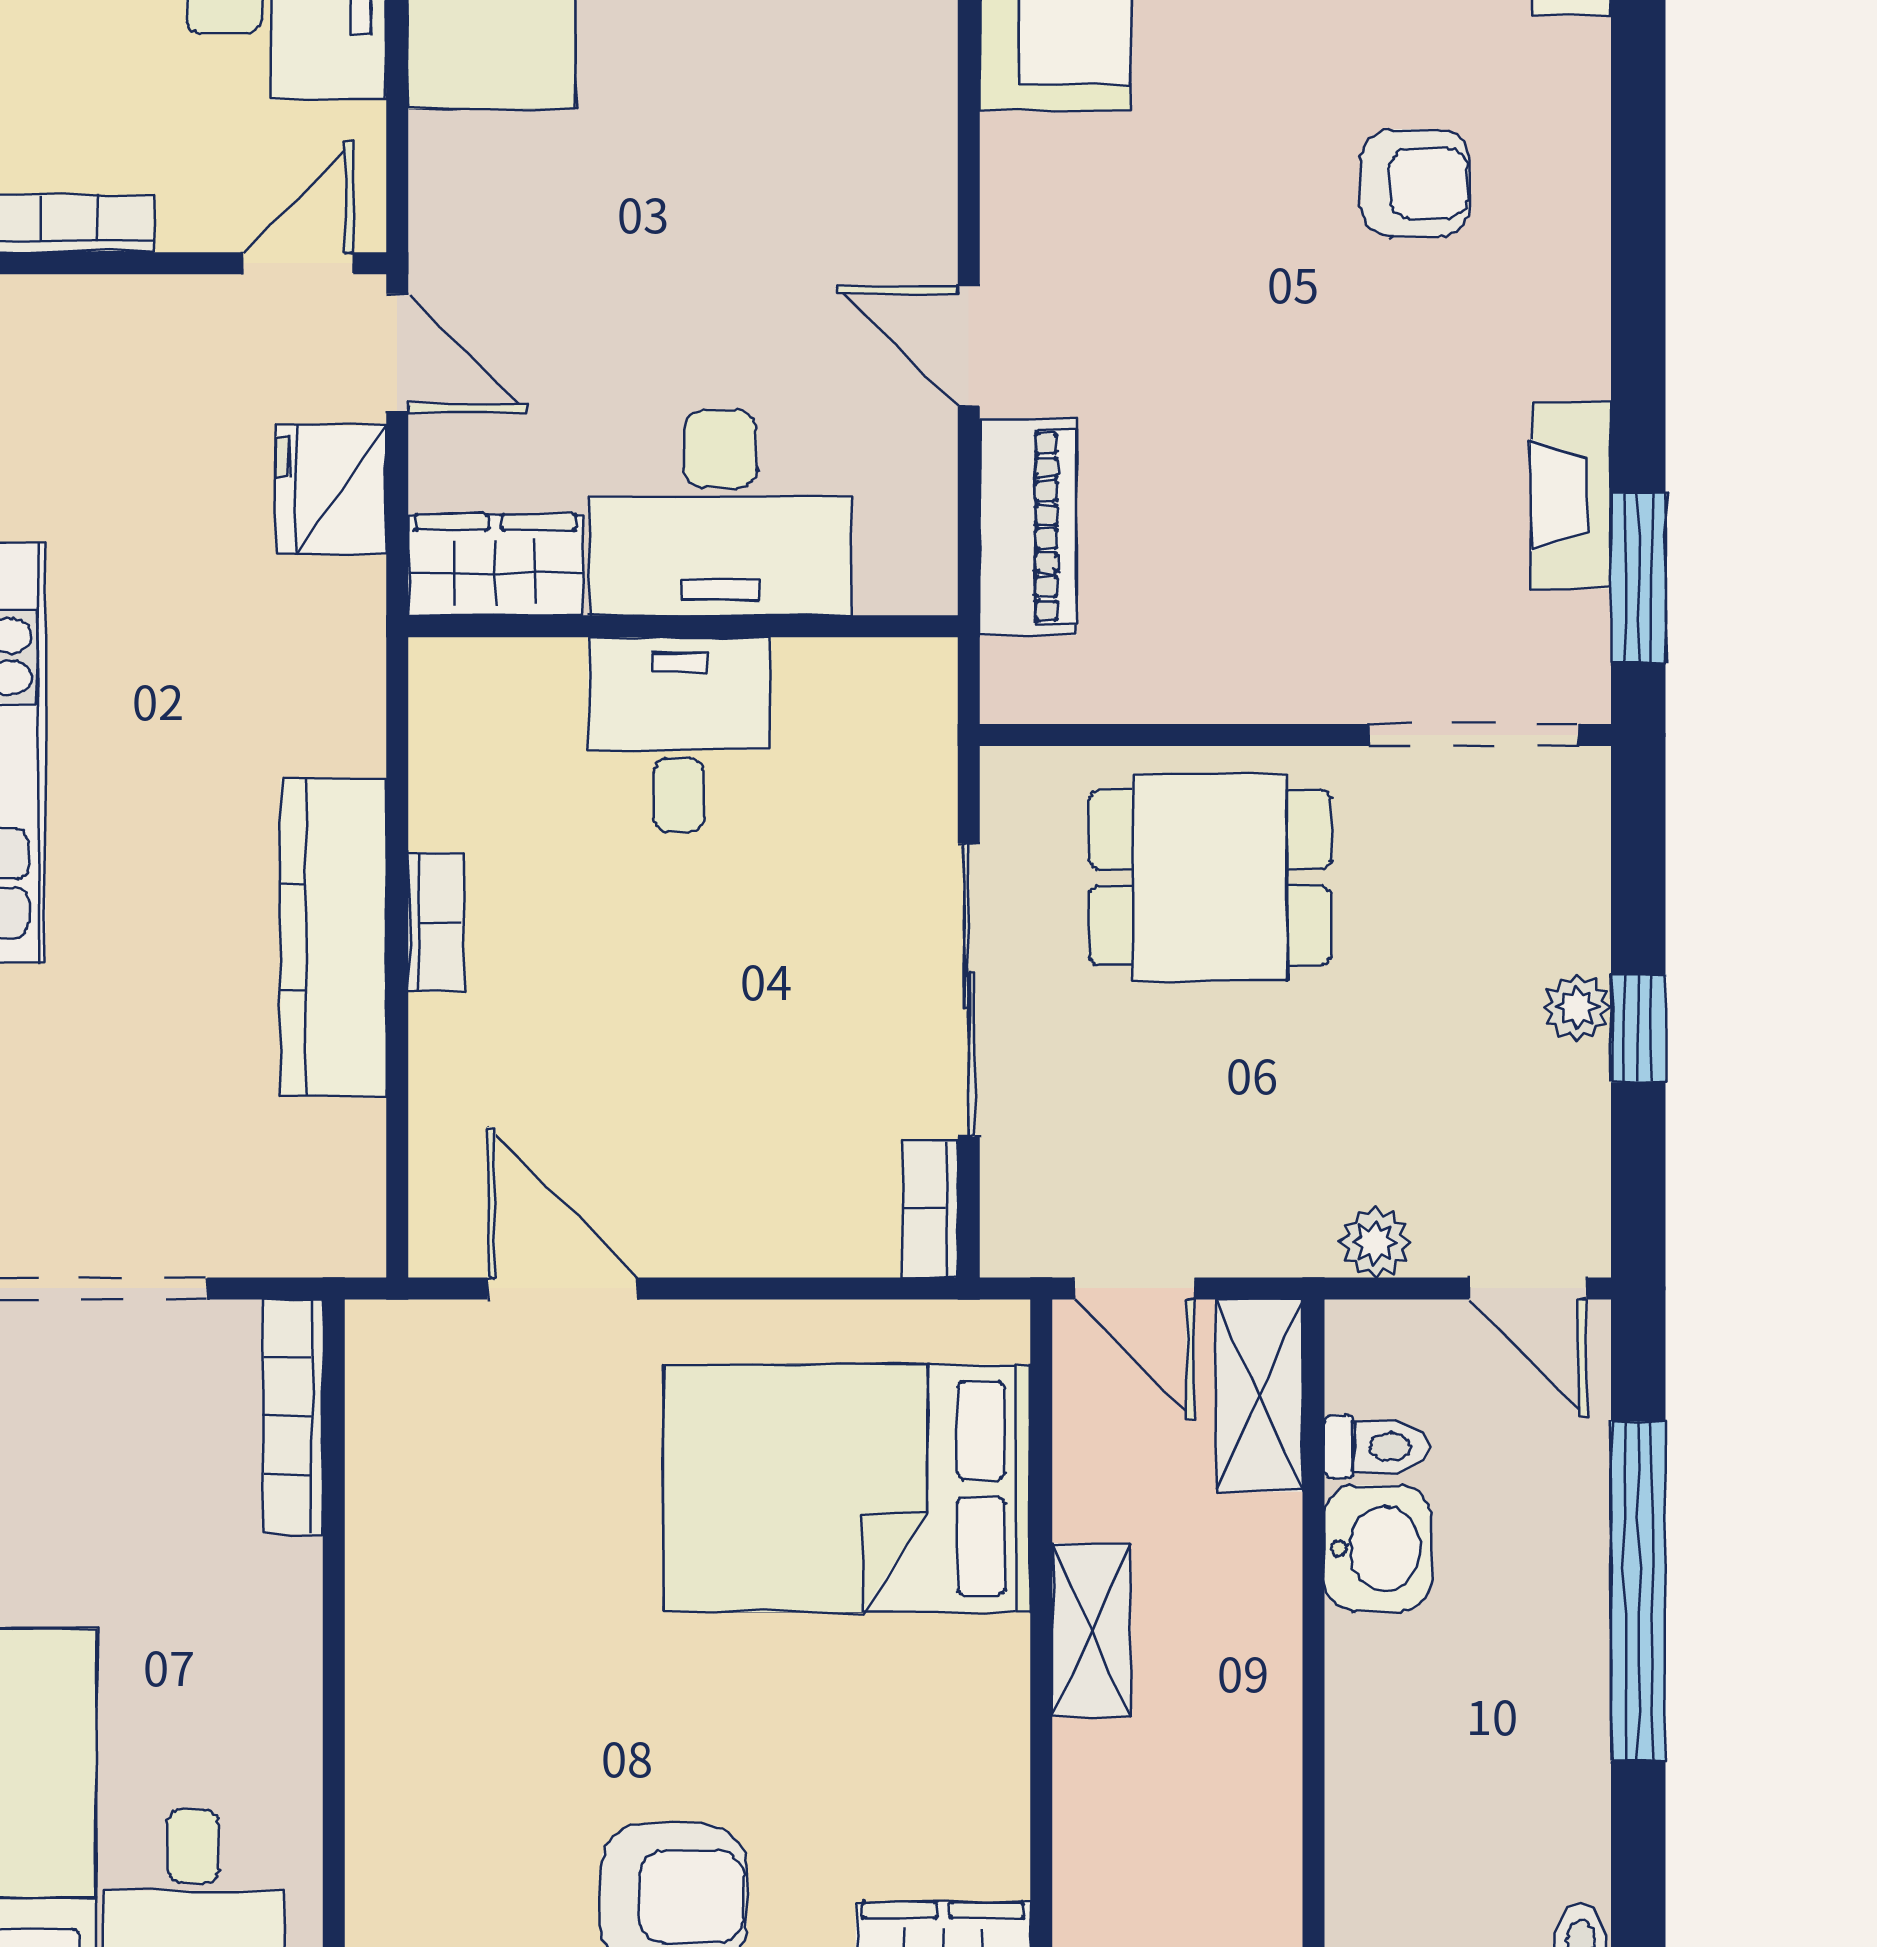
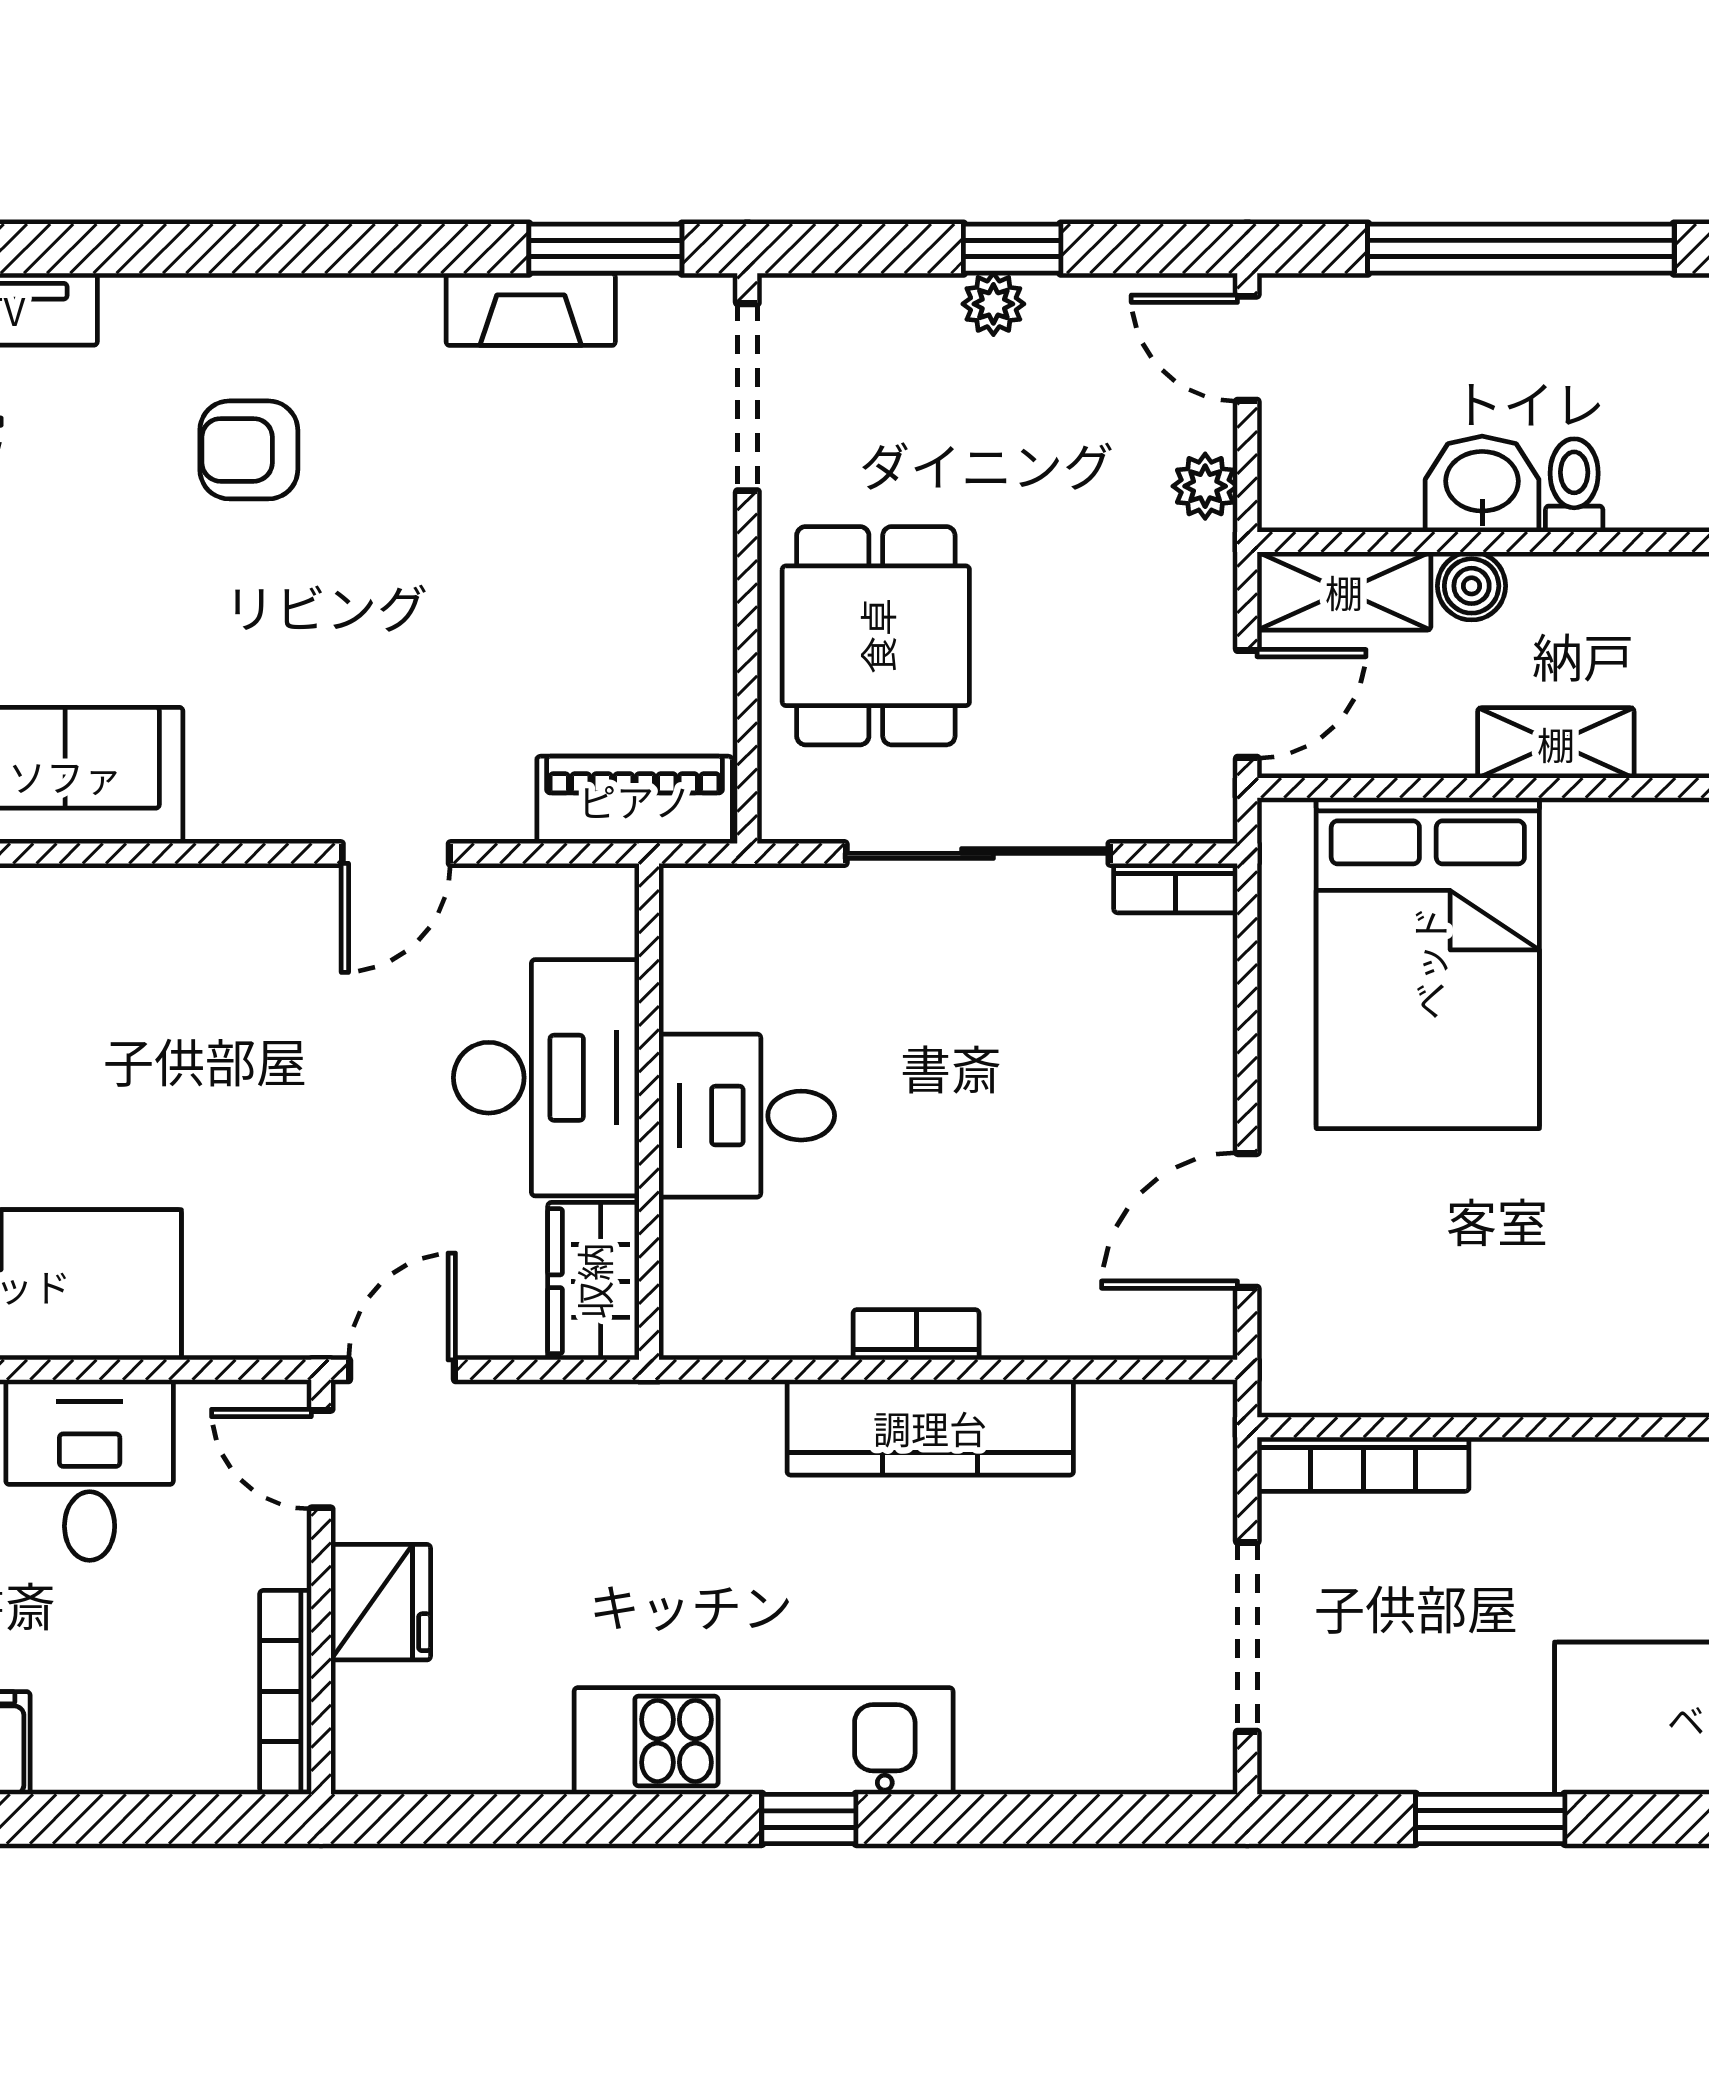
armchair: (1415, 183) -> (249, 450), turned -90
fridge: (331, 490) -> (381, 1602), moved, turned -90
piano: (1028, 527) -> (635, 800), moved
door: (1528, 1288) -> (1247, 348), swing flipped
toilet: (1376, 1446) -> (1574, 485), moved
boiler: (1265, 1537) -> (1472, 586), added

